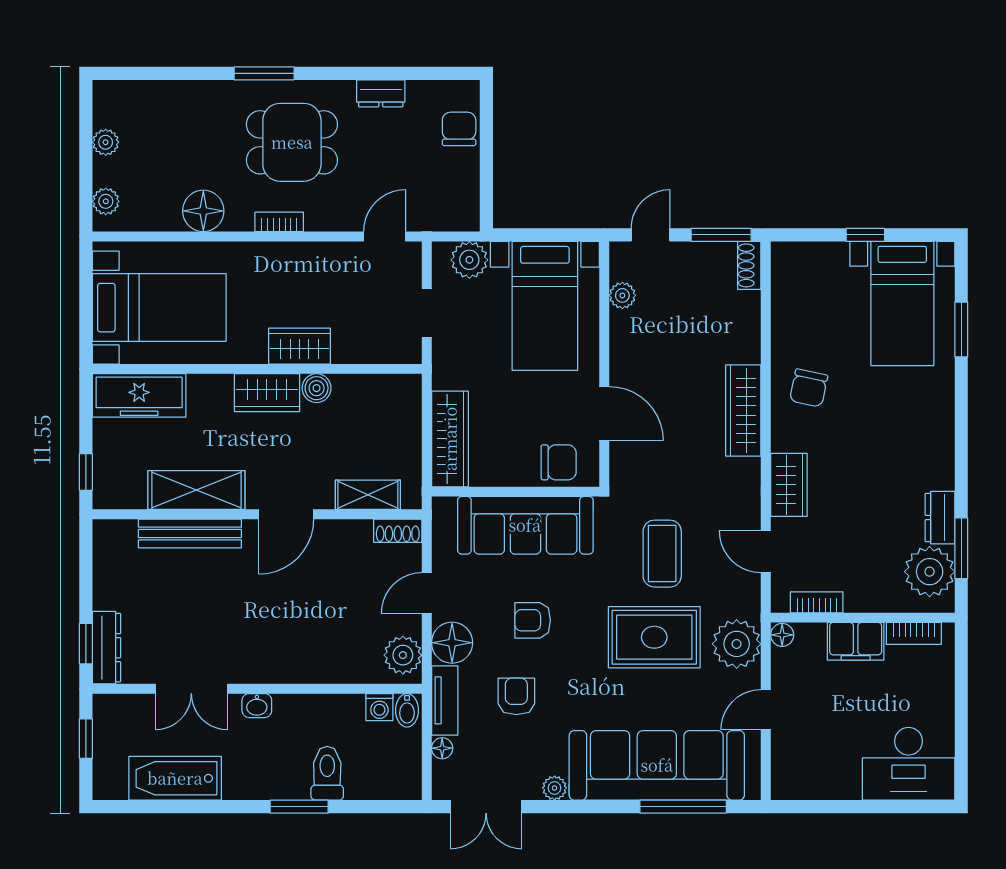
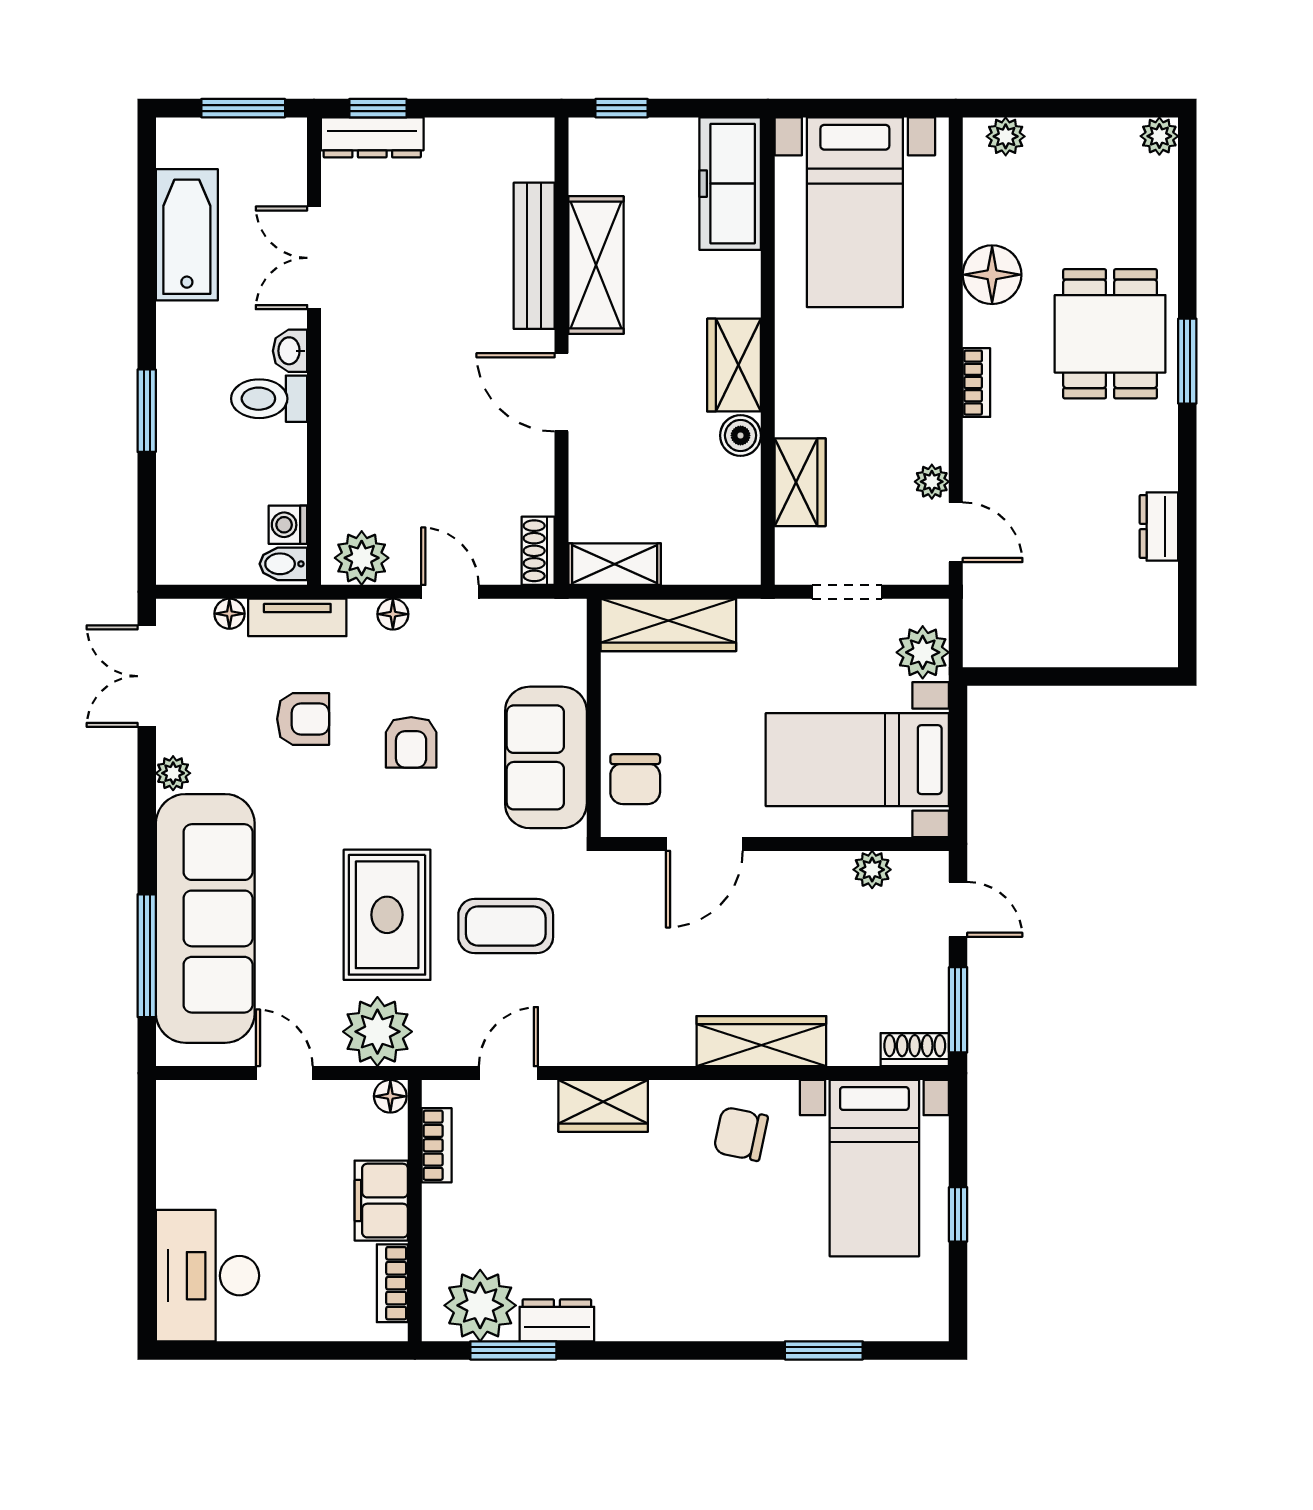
chair: (459, 129) -> (1108, 638), removed
plant: (106, 142) -> (1159, 136), moved
dining table: (292, 142) -> (1110, 334), moved
plant: (349, 253) -> (932, 482), added
bed with nightstands: (902, 303) -> (874, 1168), moved, turned -90
wardrobe: (299, 346) -> (800, 482), moved
wardrobe: (743, 411) -> (761, 1041), moved
shelving: (368, 495) -> (615, 564), moved, turned 90
sofa: (525, 525) -> (546, 757), width x0.73
armchair: (533, 620) -> (411, 742), turned 180
floor lamp: (452, 643) -> (393, 614), width x0.53, depth x0.53
window: (86, 739) -> (243, 108), width x1.50
toilet: (327, 773) -> (269, 399), moved, turned 180

